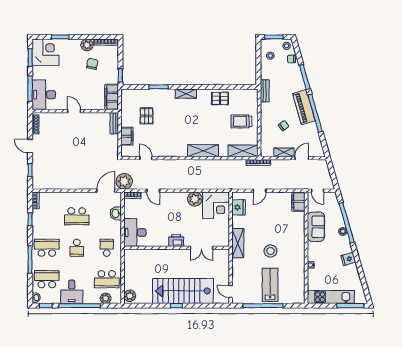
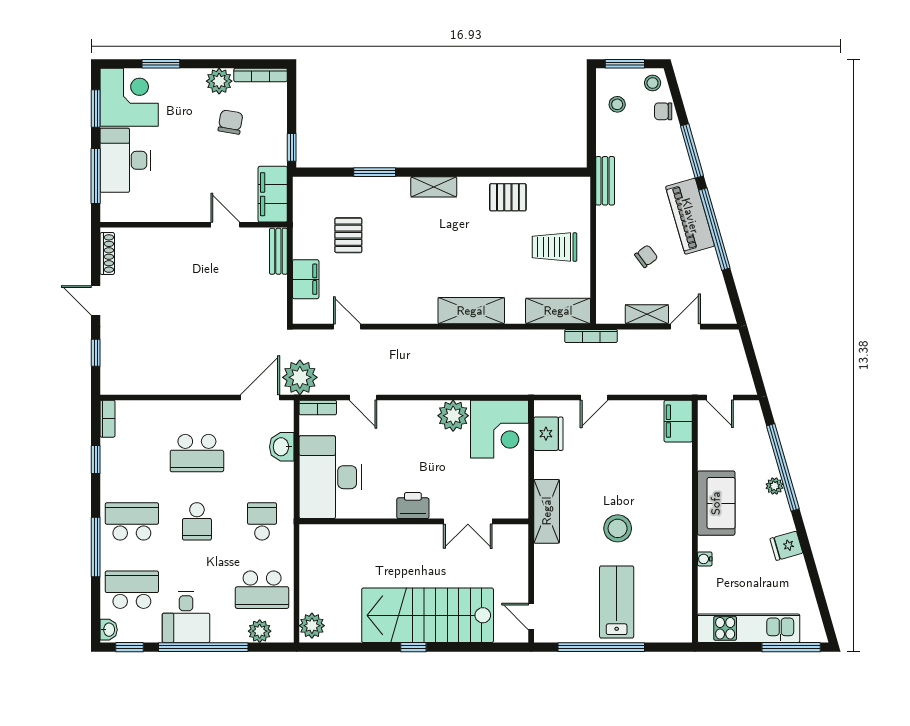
desk: (44, 95) -> (125, 160), moved
door: (74, 111) -> (225, 225), moved
sofa: (316, 227) -> (716, 503), moved
desk: (135, 232) -> (330, 477), width x1.36, depth x1.30

